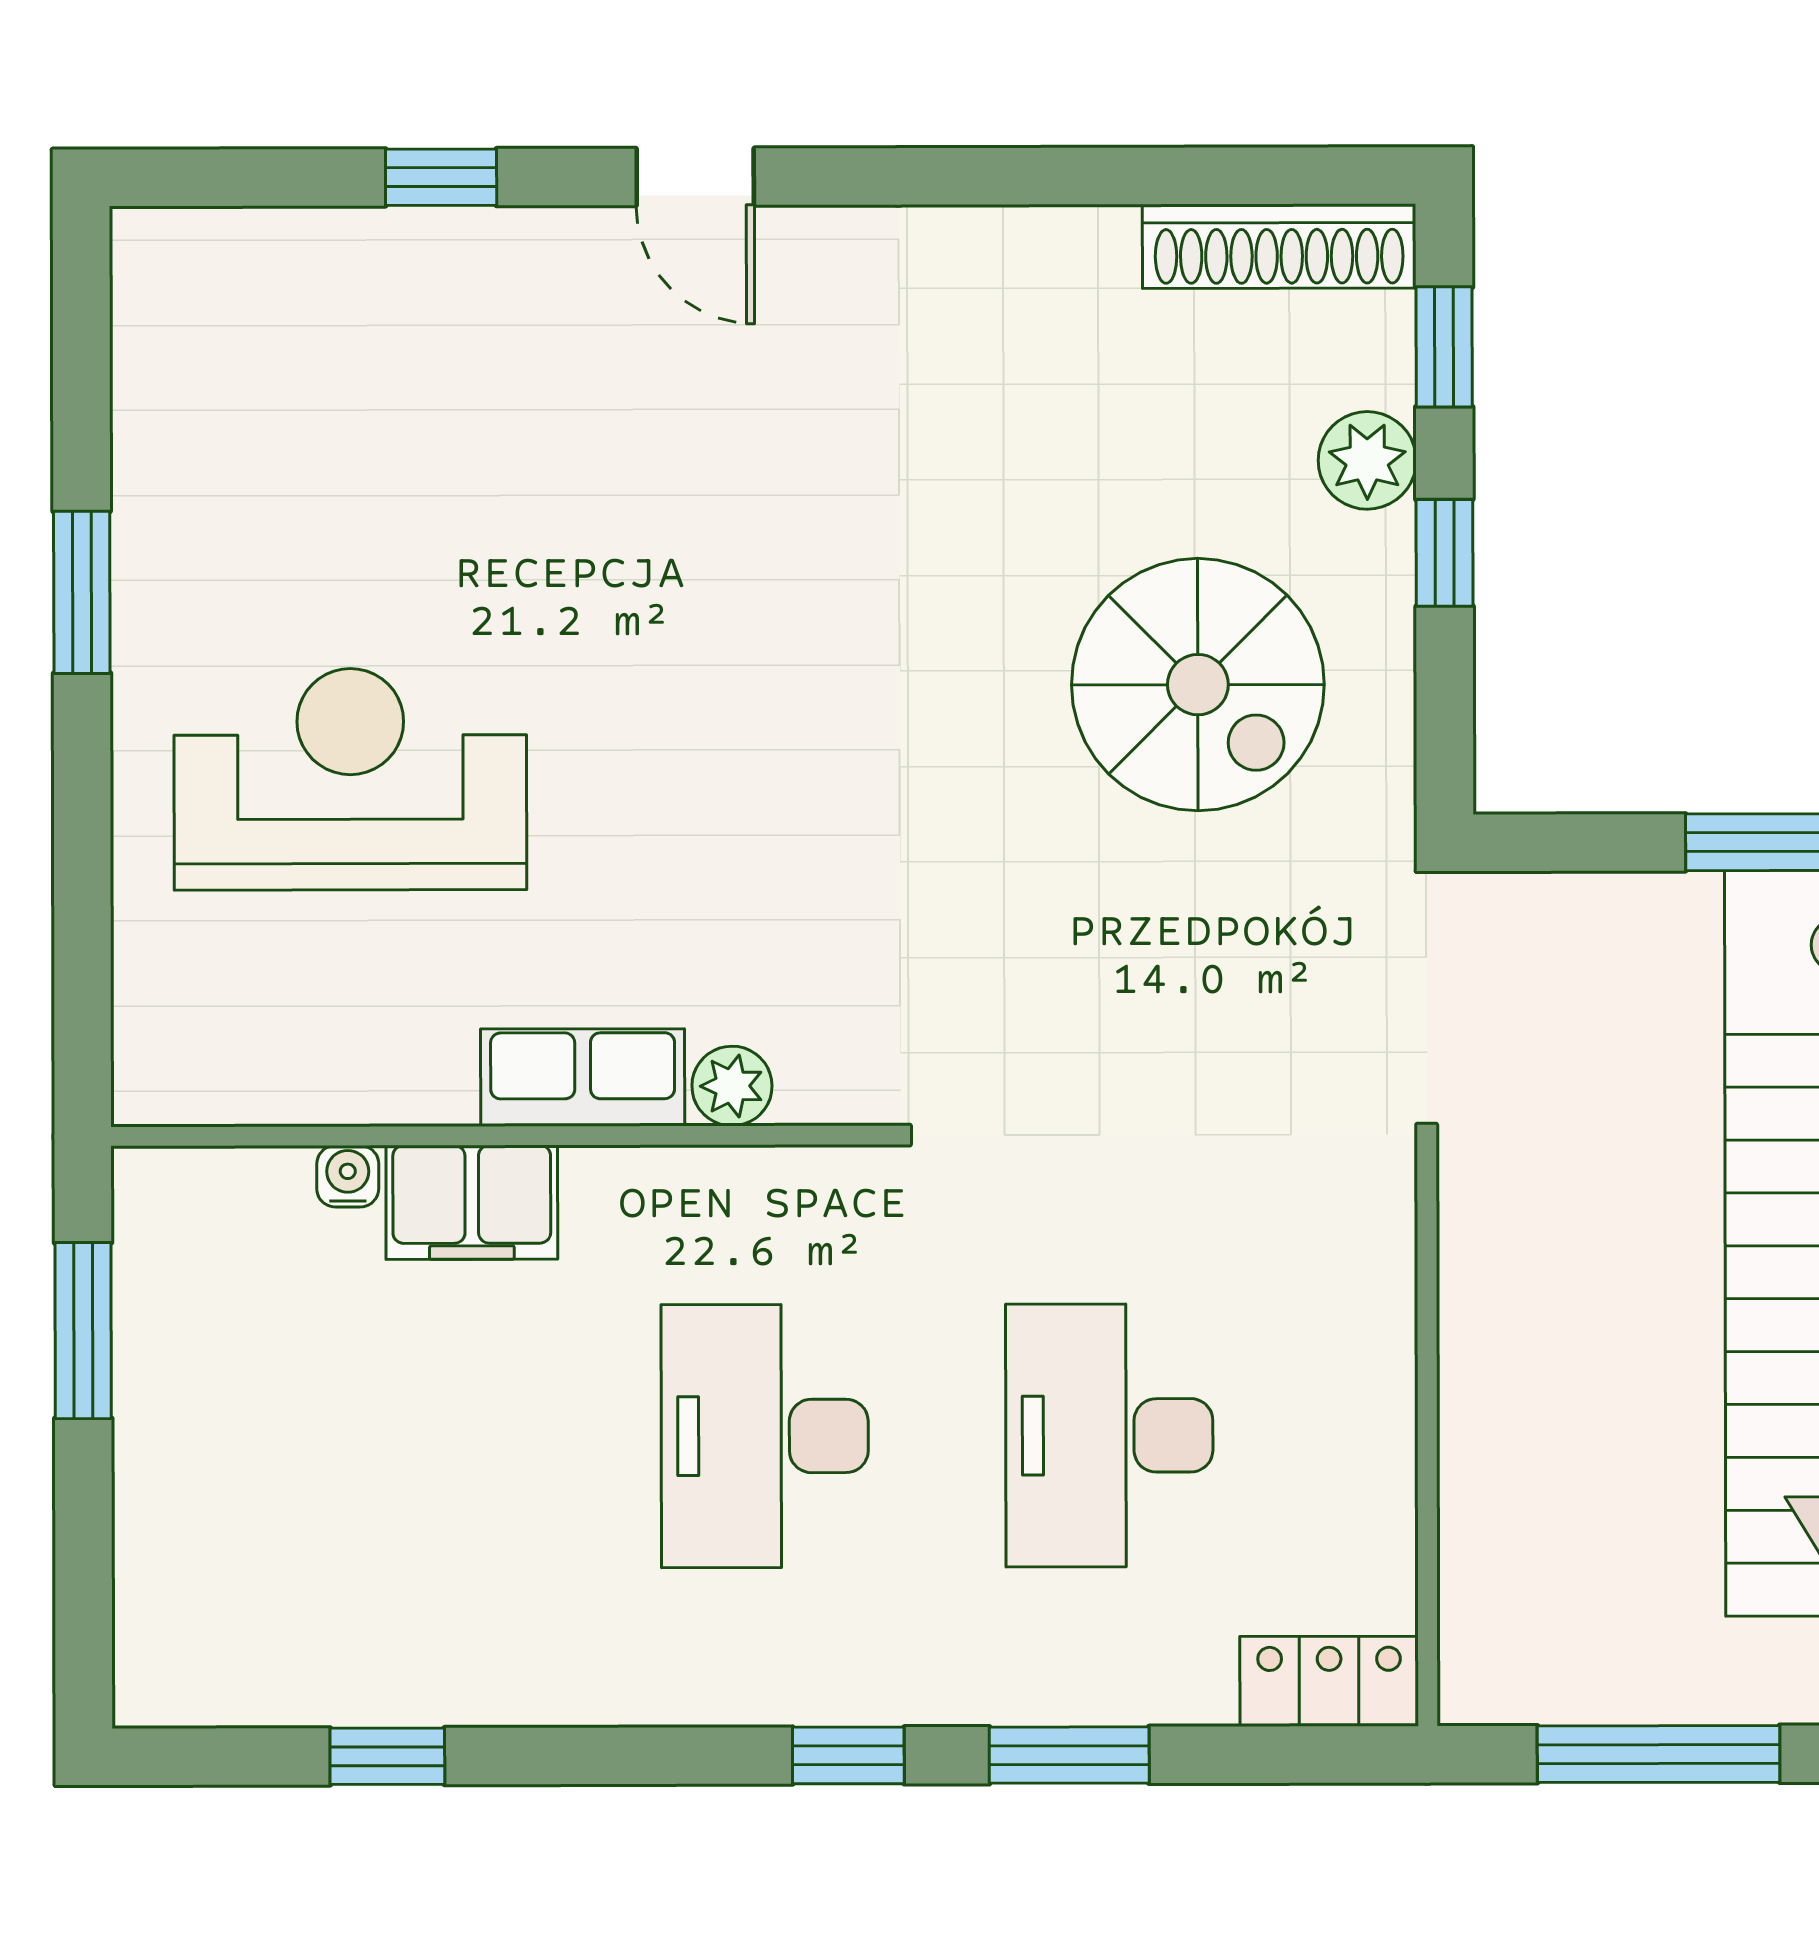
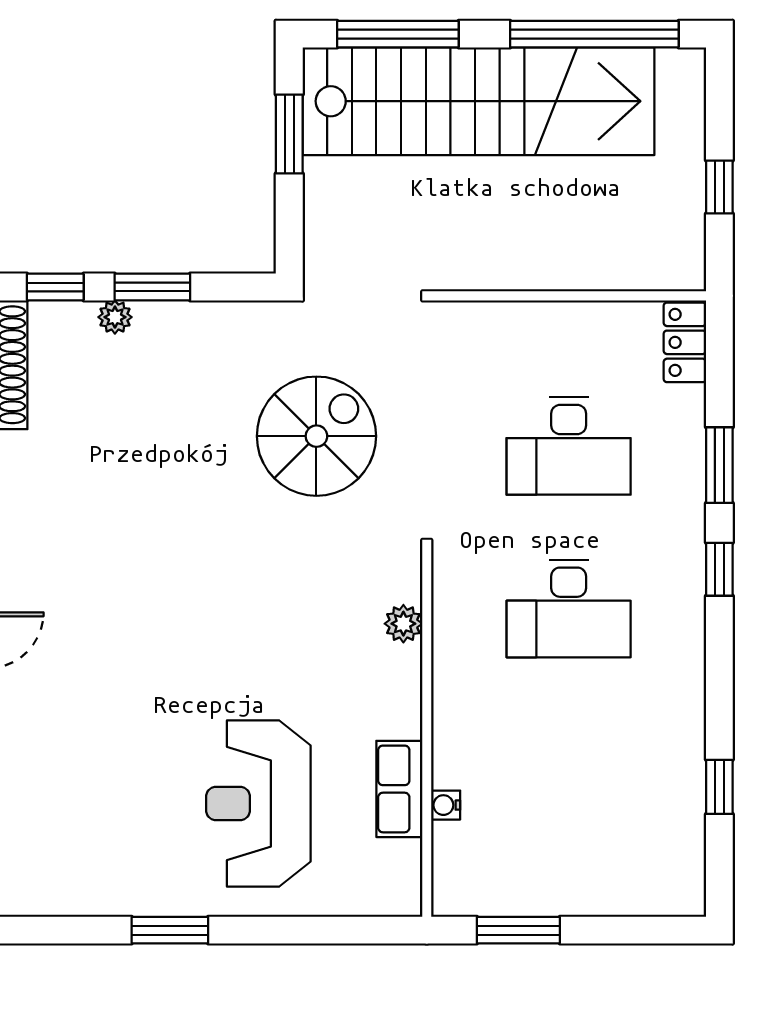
plant: (1367, 460) -> (115, 317), width x0.73, depth x0.73
window: (1445, 553) -> (152, 287), width x1.50
spiral stairs: (1198, 685) -> (316, 436), moved
row of seats: (583, 1078) -> (399, 789), moved
filing cabinet: (472, 1202) -> (458, 747), removed
window: (1659, 1754) -> (719, 187), width x0.46

